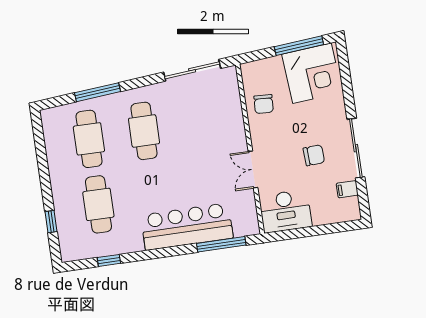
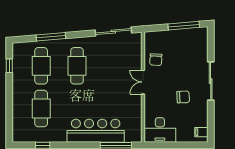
corner desk: (312, 73) -> (190, 44), removed
sliding door: (356, 148) -> (211, 81), moved
double door: (253, 169) -> (143, 82), moved
filing cabinet: (347, 189) -> (201, 132), moved
window: (51, 222) -> (9, 66), moved

